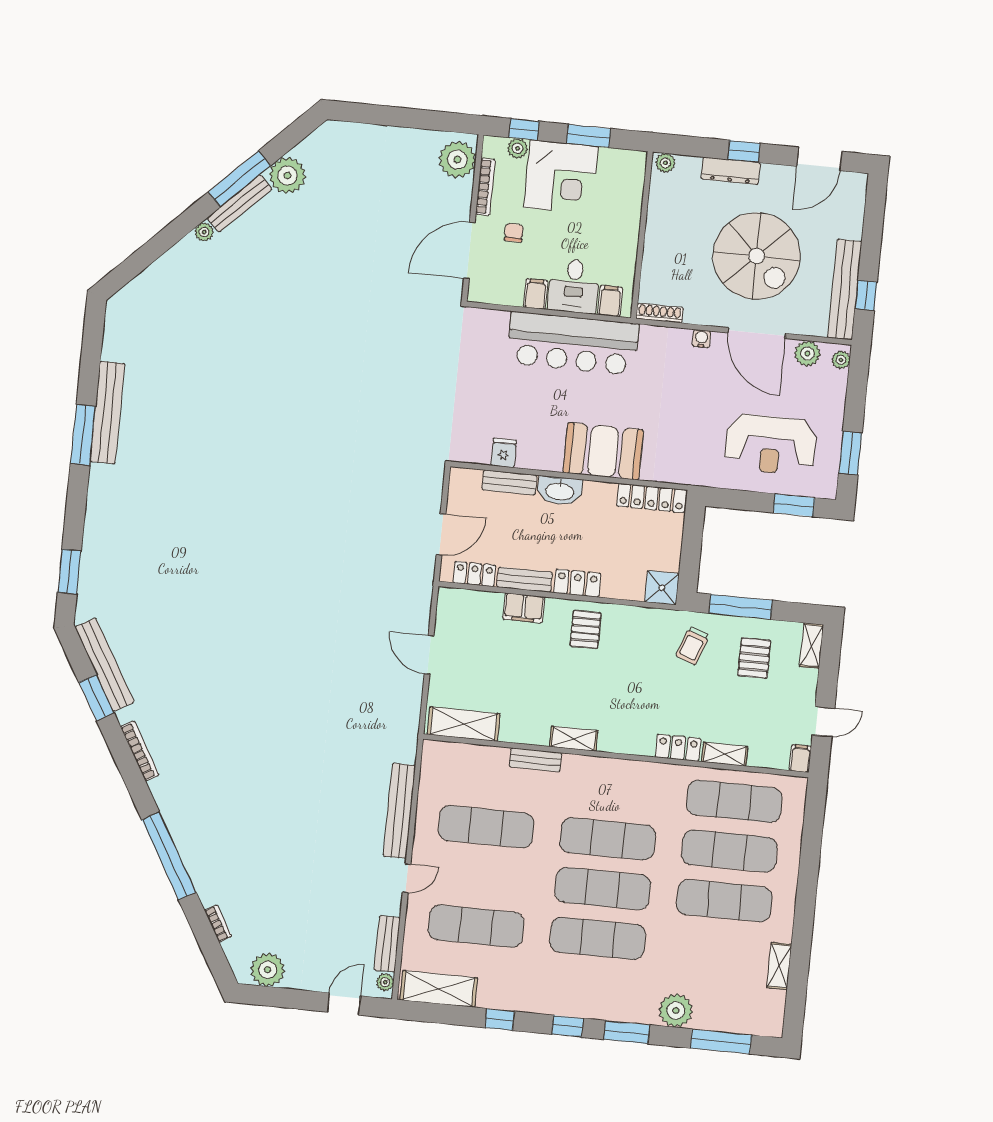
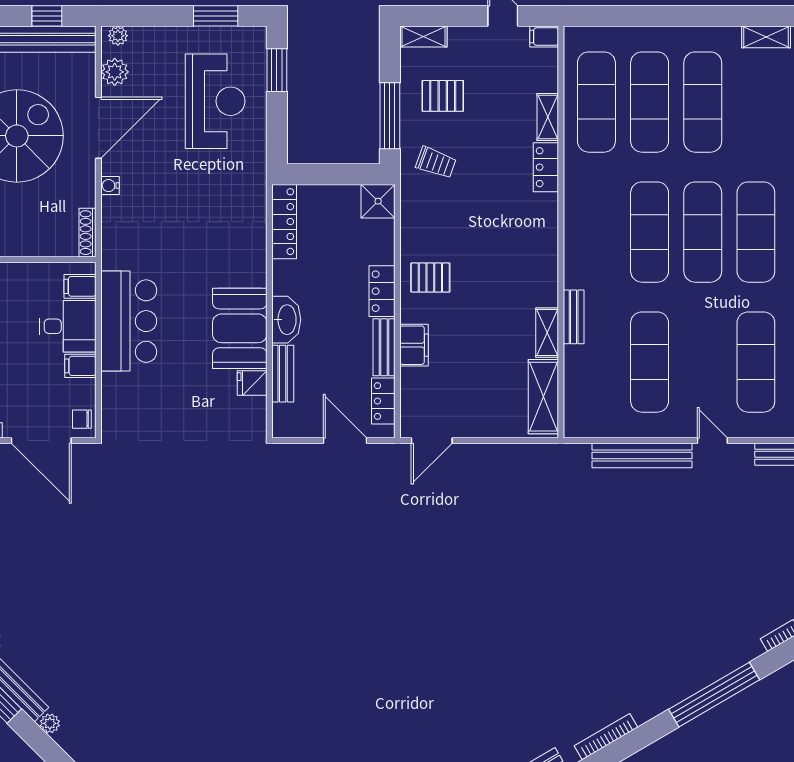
chair: (514, 233) -> (82, 419), moved
bar counter: (573, 343) -> (129, 321), width x0.73
booth: (603, 451) -> (240, 328), moved
door: (429, 655) -> (432, 441), moved
shelving: (574, 739) -> (547, 333), moved

